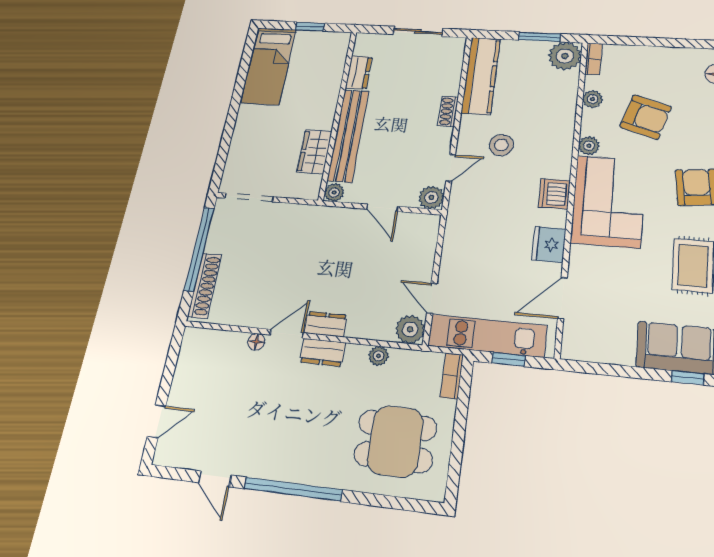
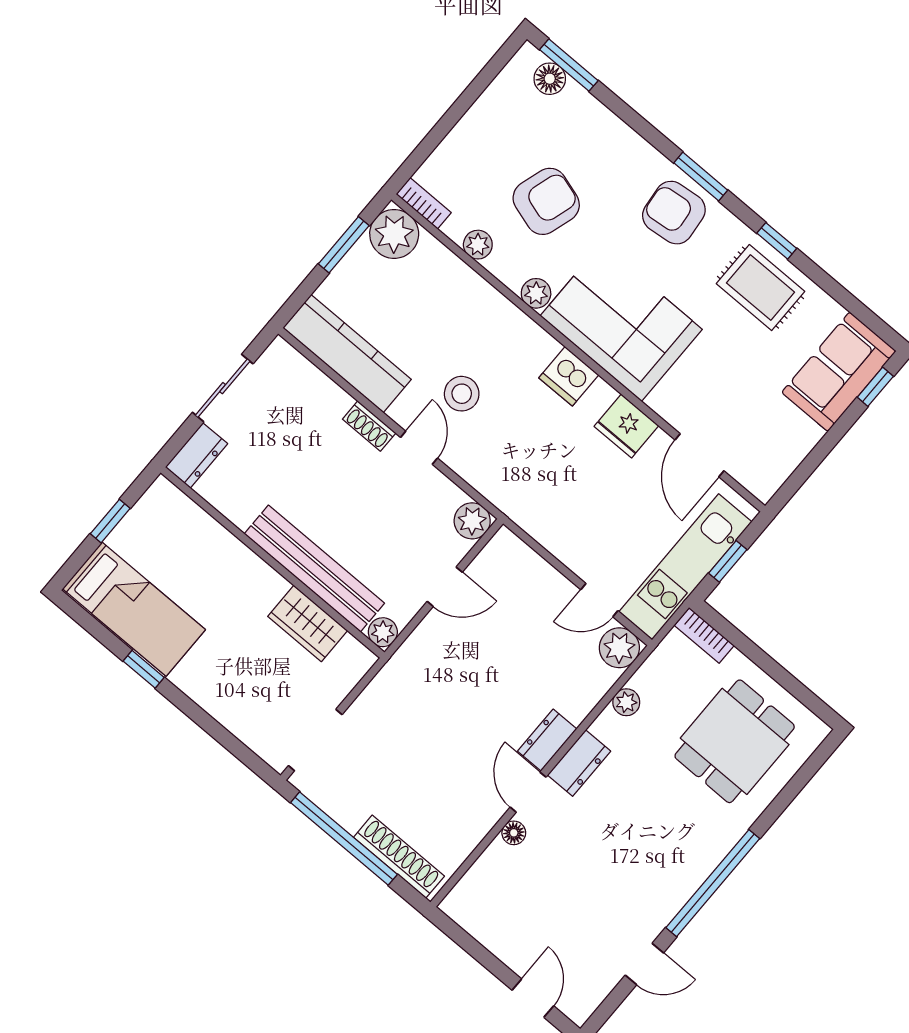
dresser: (359, 73) -> (196, 455), moved, turned 90
window: (238, 90) -> (144, 669), added
door: (451, 168) -> (419, 448), moved

